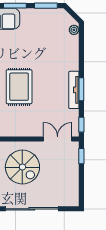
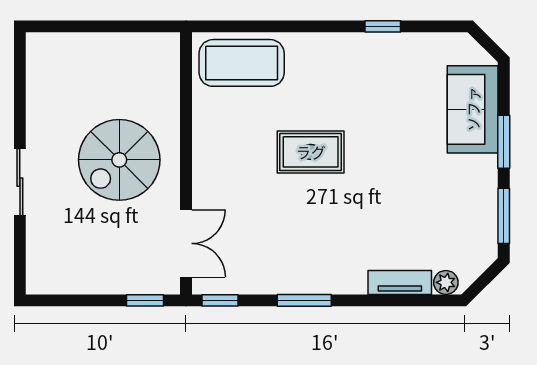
rug: (19, 87) -> (311, 152), width x0.73, depth x0.70
tv unit: (74, 90) -> (400, 282), moved, width x0.71
sliding door: (32, 209) -> (20, 182), width x0.54

